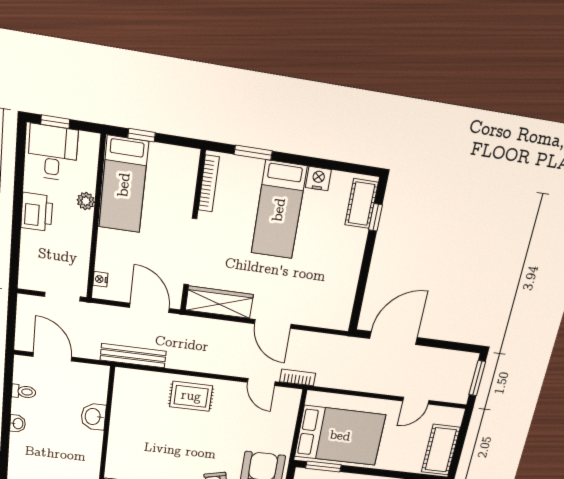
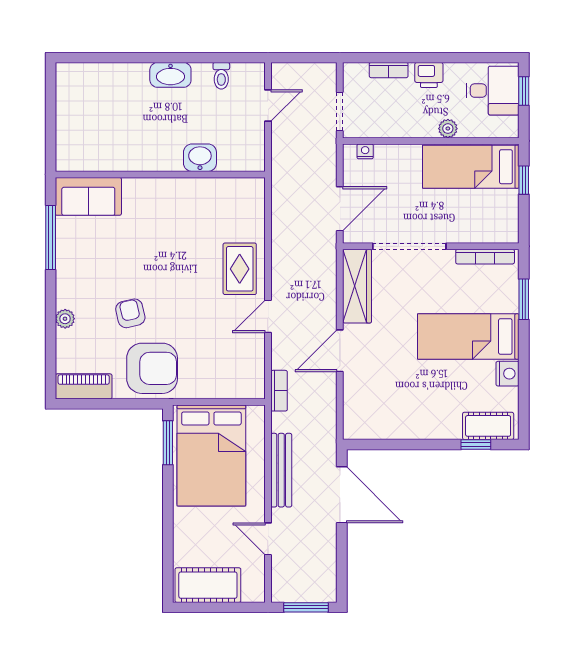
printer: (37, 212) -> (429, 75), width x0.73, depth x0.81
bookcase: (27, 248) -> (389, 70), added
bench: (133, 356) -> (281, 470), moved
door: (52, 357) -> (268, 105), width x0.73
door: (261, 382) -> (268, 316), moved
washbasin: (18, 424) -> (170, 75), width x1.91, depth x1.45

